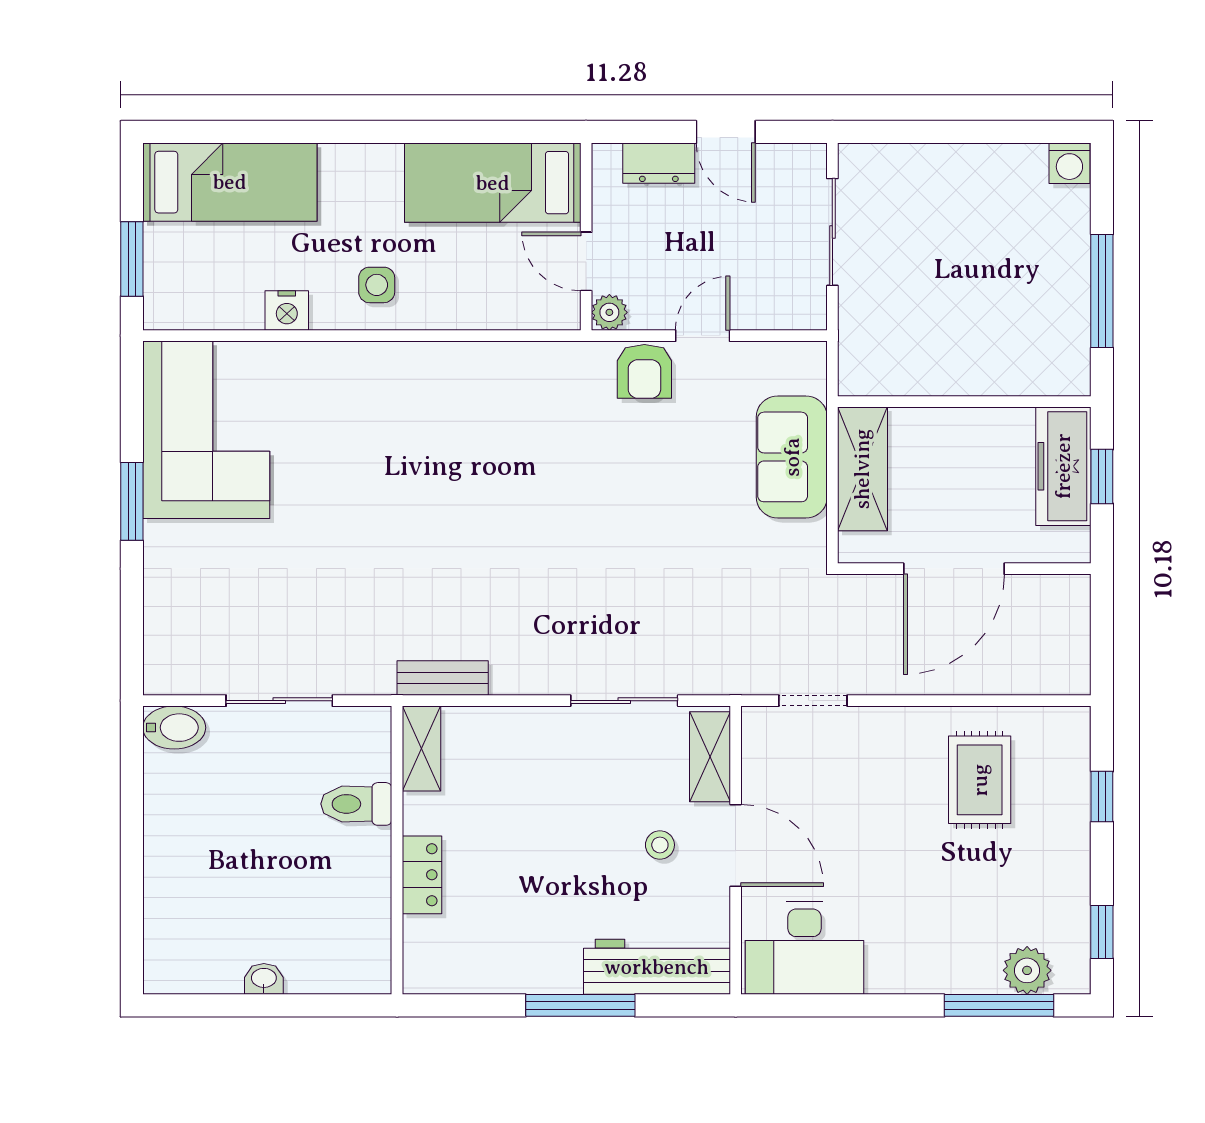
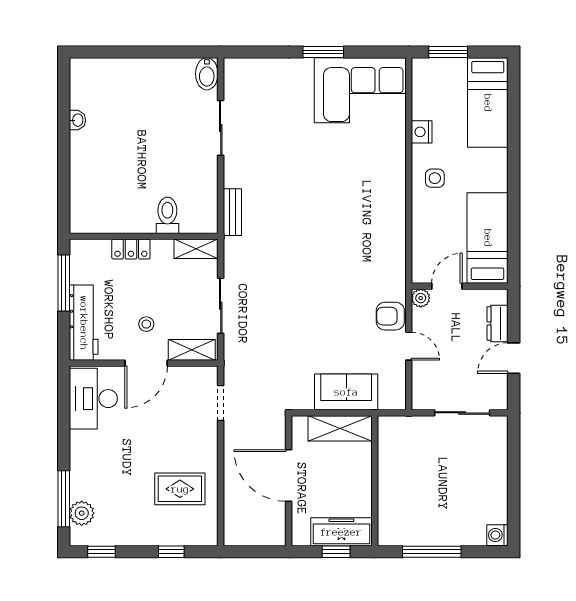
shelving: (421, 748) -> (196, 249), moved
toilet: (356, 804) -> (167, 215), moved
wall: (397, 850) -> (144, 236), moved
locker: (422, 875) -> (131, 249), moved

